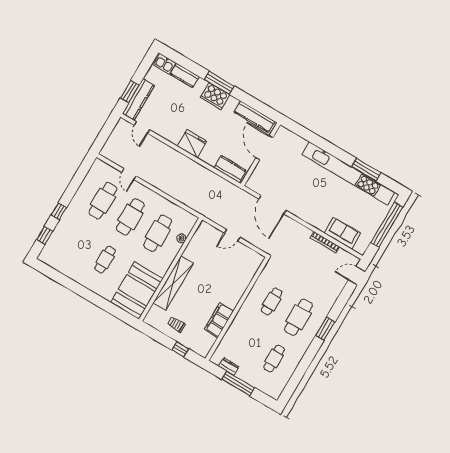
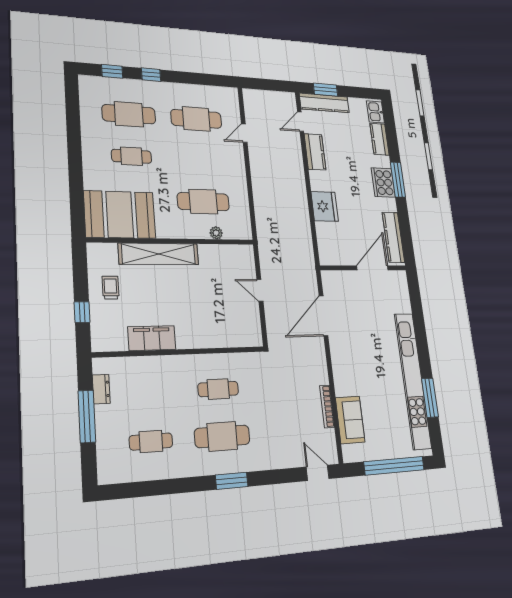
fridge: (192, 144) -> (325, 206), moved
kitchen counter: (230, 169) -> (315, 152), moved
cafe table: (130, 217) -> (129, 114), moved

